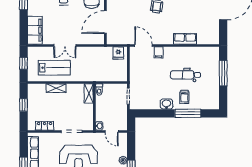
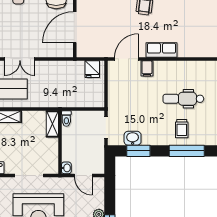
row of seats: (185, 39) -> (161, 50), moved
door: (144, 45) -> (127, 59), hinge flipped
washbasin: (166, 104) -> (133, 138), moved
window: (152, 113) -> (138, 151), added

